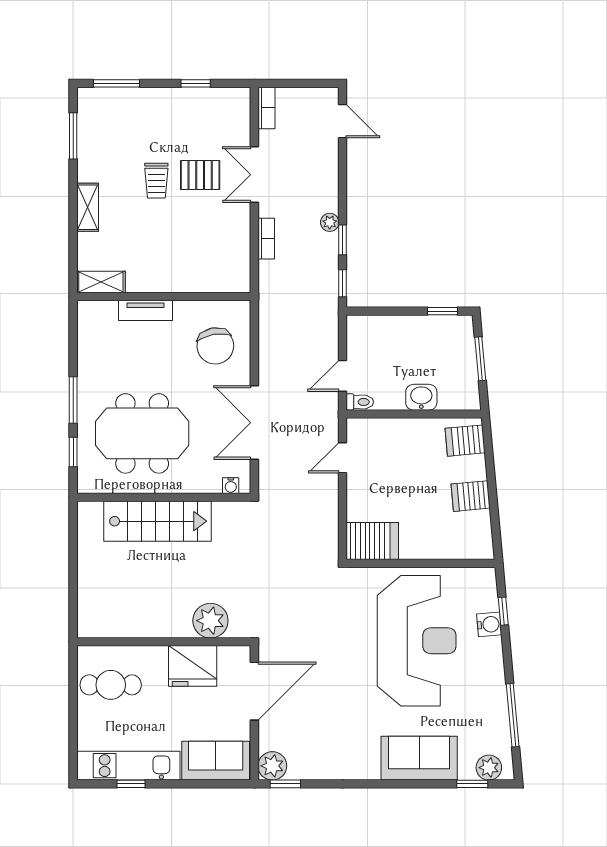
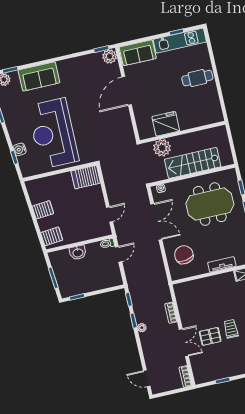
plant: (210, 621) -> (162, 148), moved
wall: (164, 642) -> (182, 132), moved
fridge: (193, 666) -> (166, 124), moved

